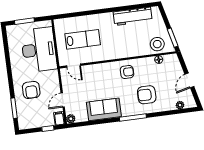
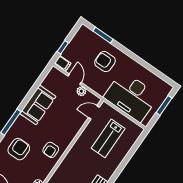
plant: (71, 119) -> (81, 91), moved

